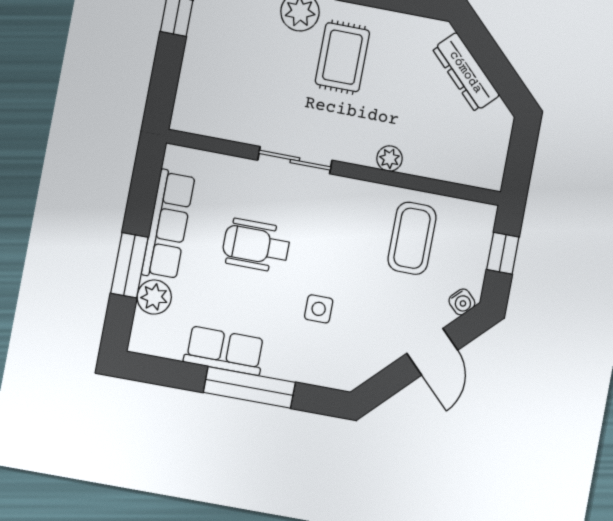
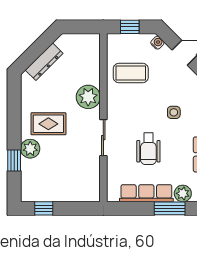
plant: (389, 159) -> (88, 97), width x1.87, depth x1.87

